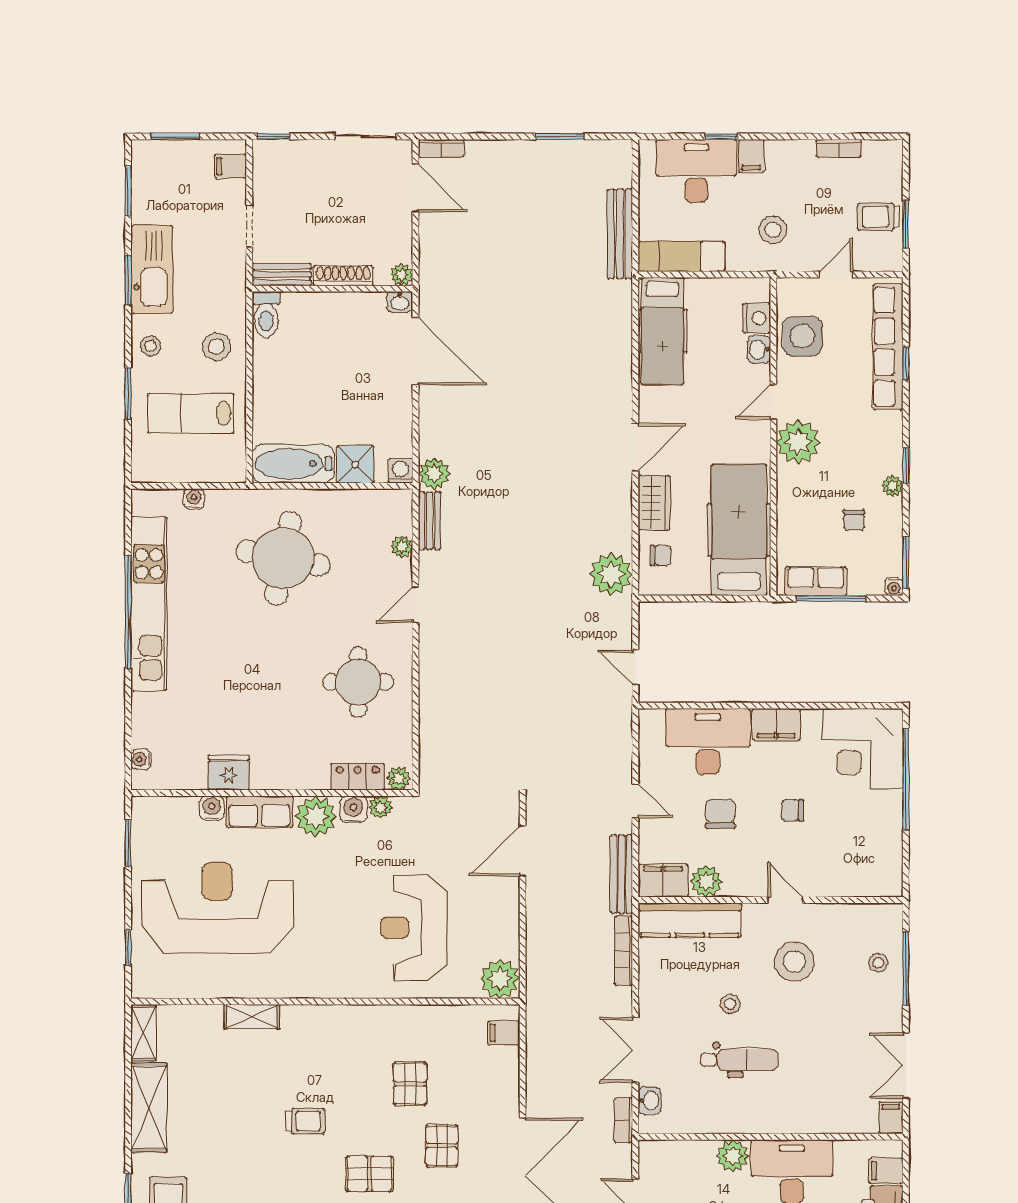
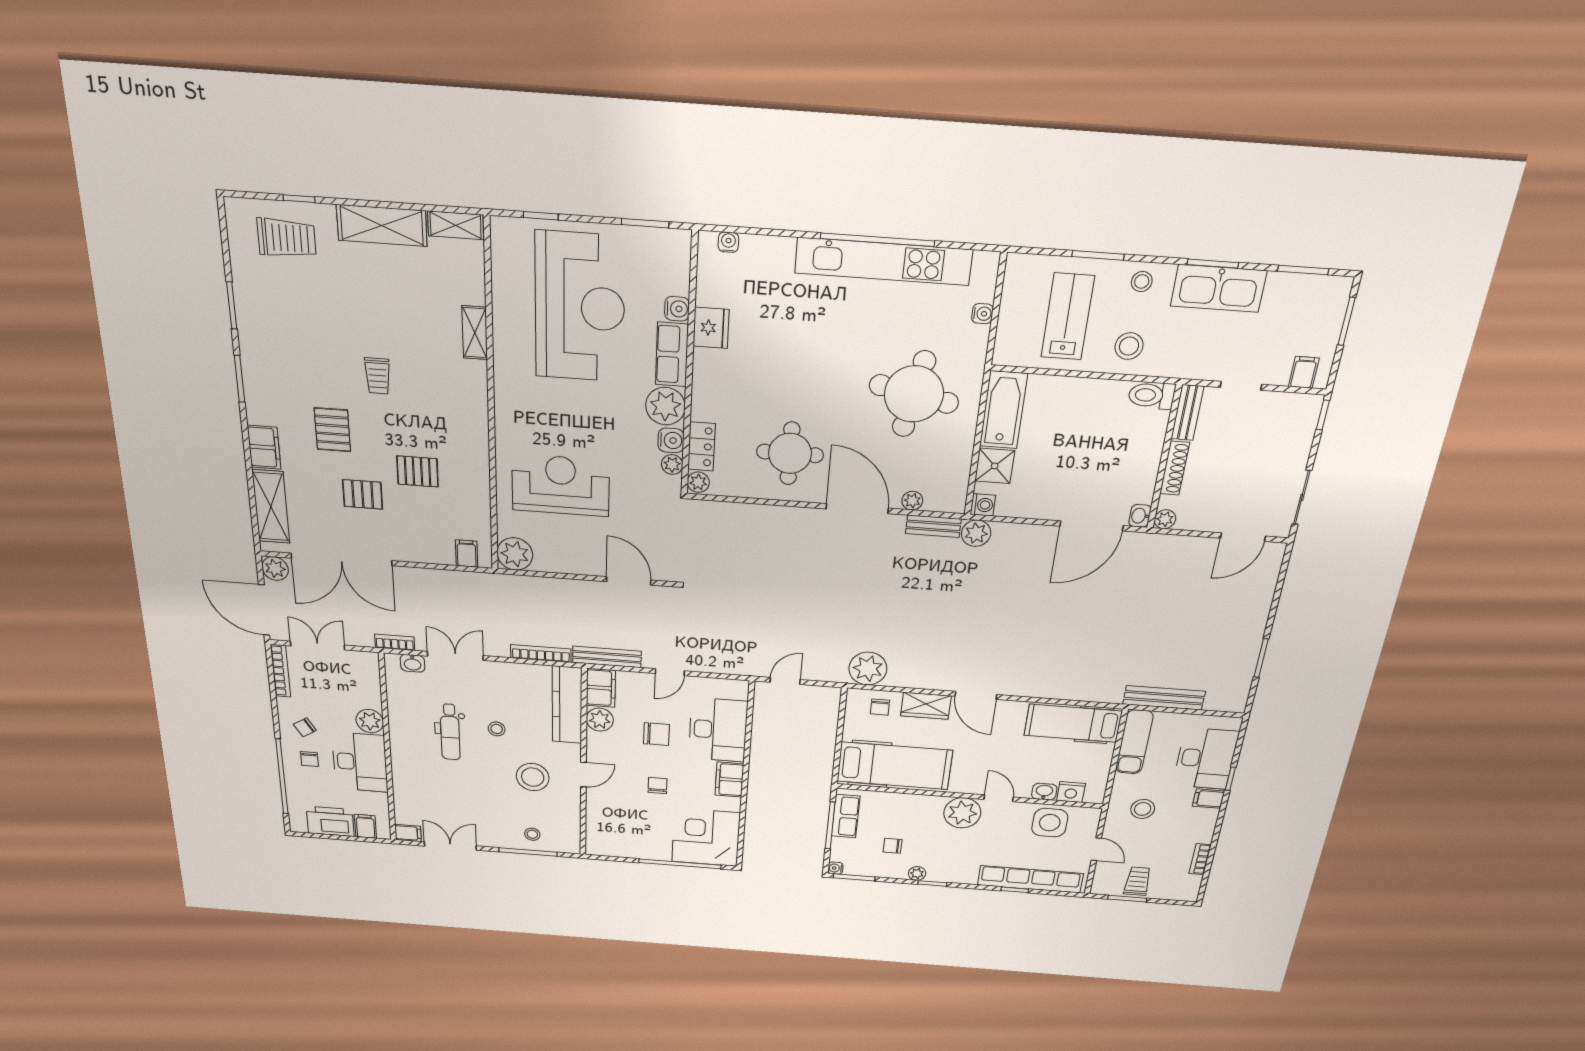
bookcase: (441, 148) -> (1274, 561), removed
door: (416, 605) -> (857, 509), width x1.88

